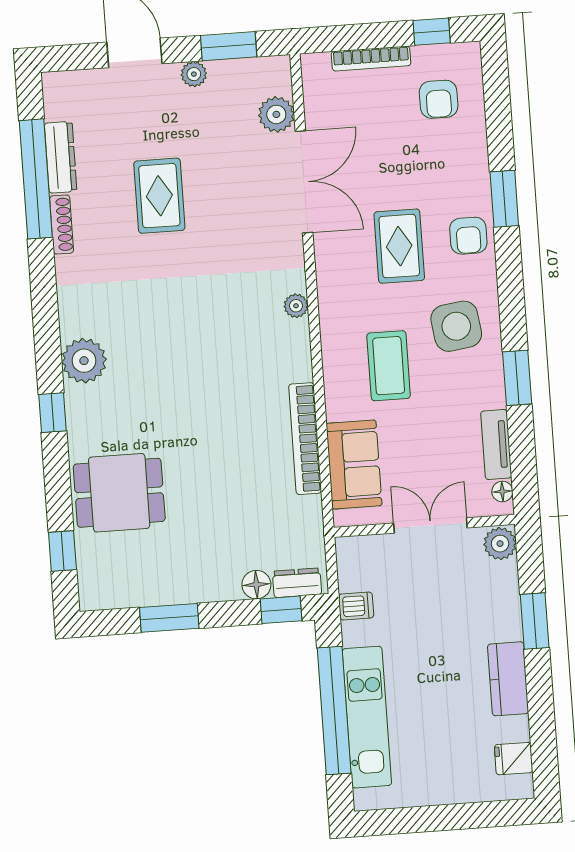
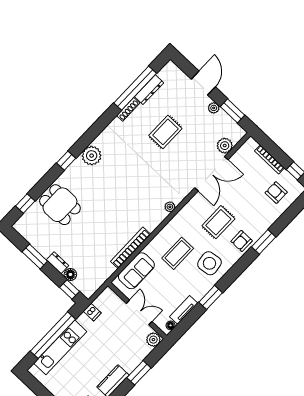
armchair: (439, 99) -> (276, 192), turned 90
dresser: (297, 583) -> (58, 263), moved

